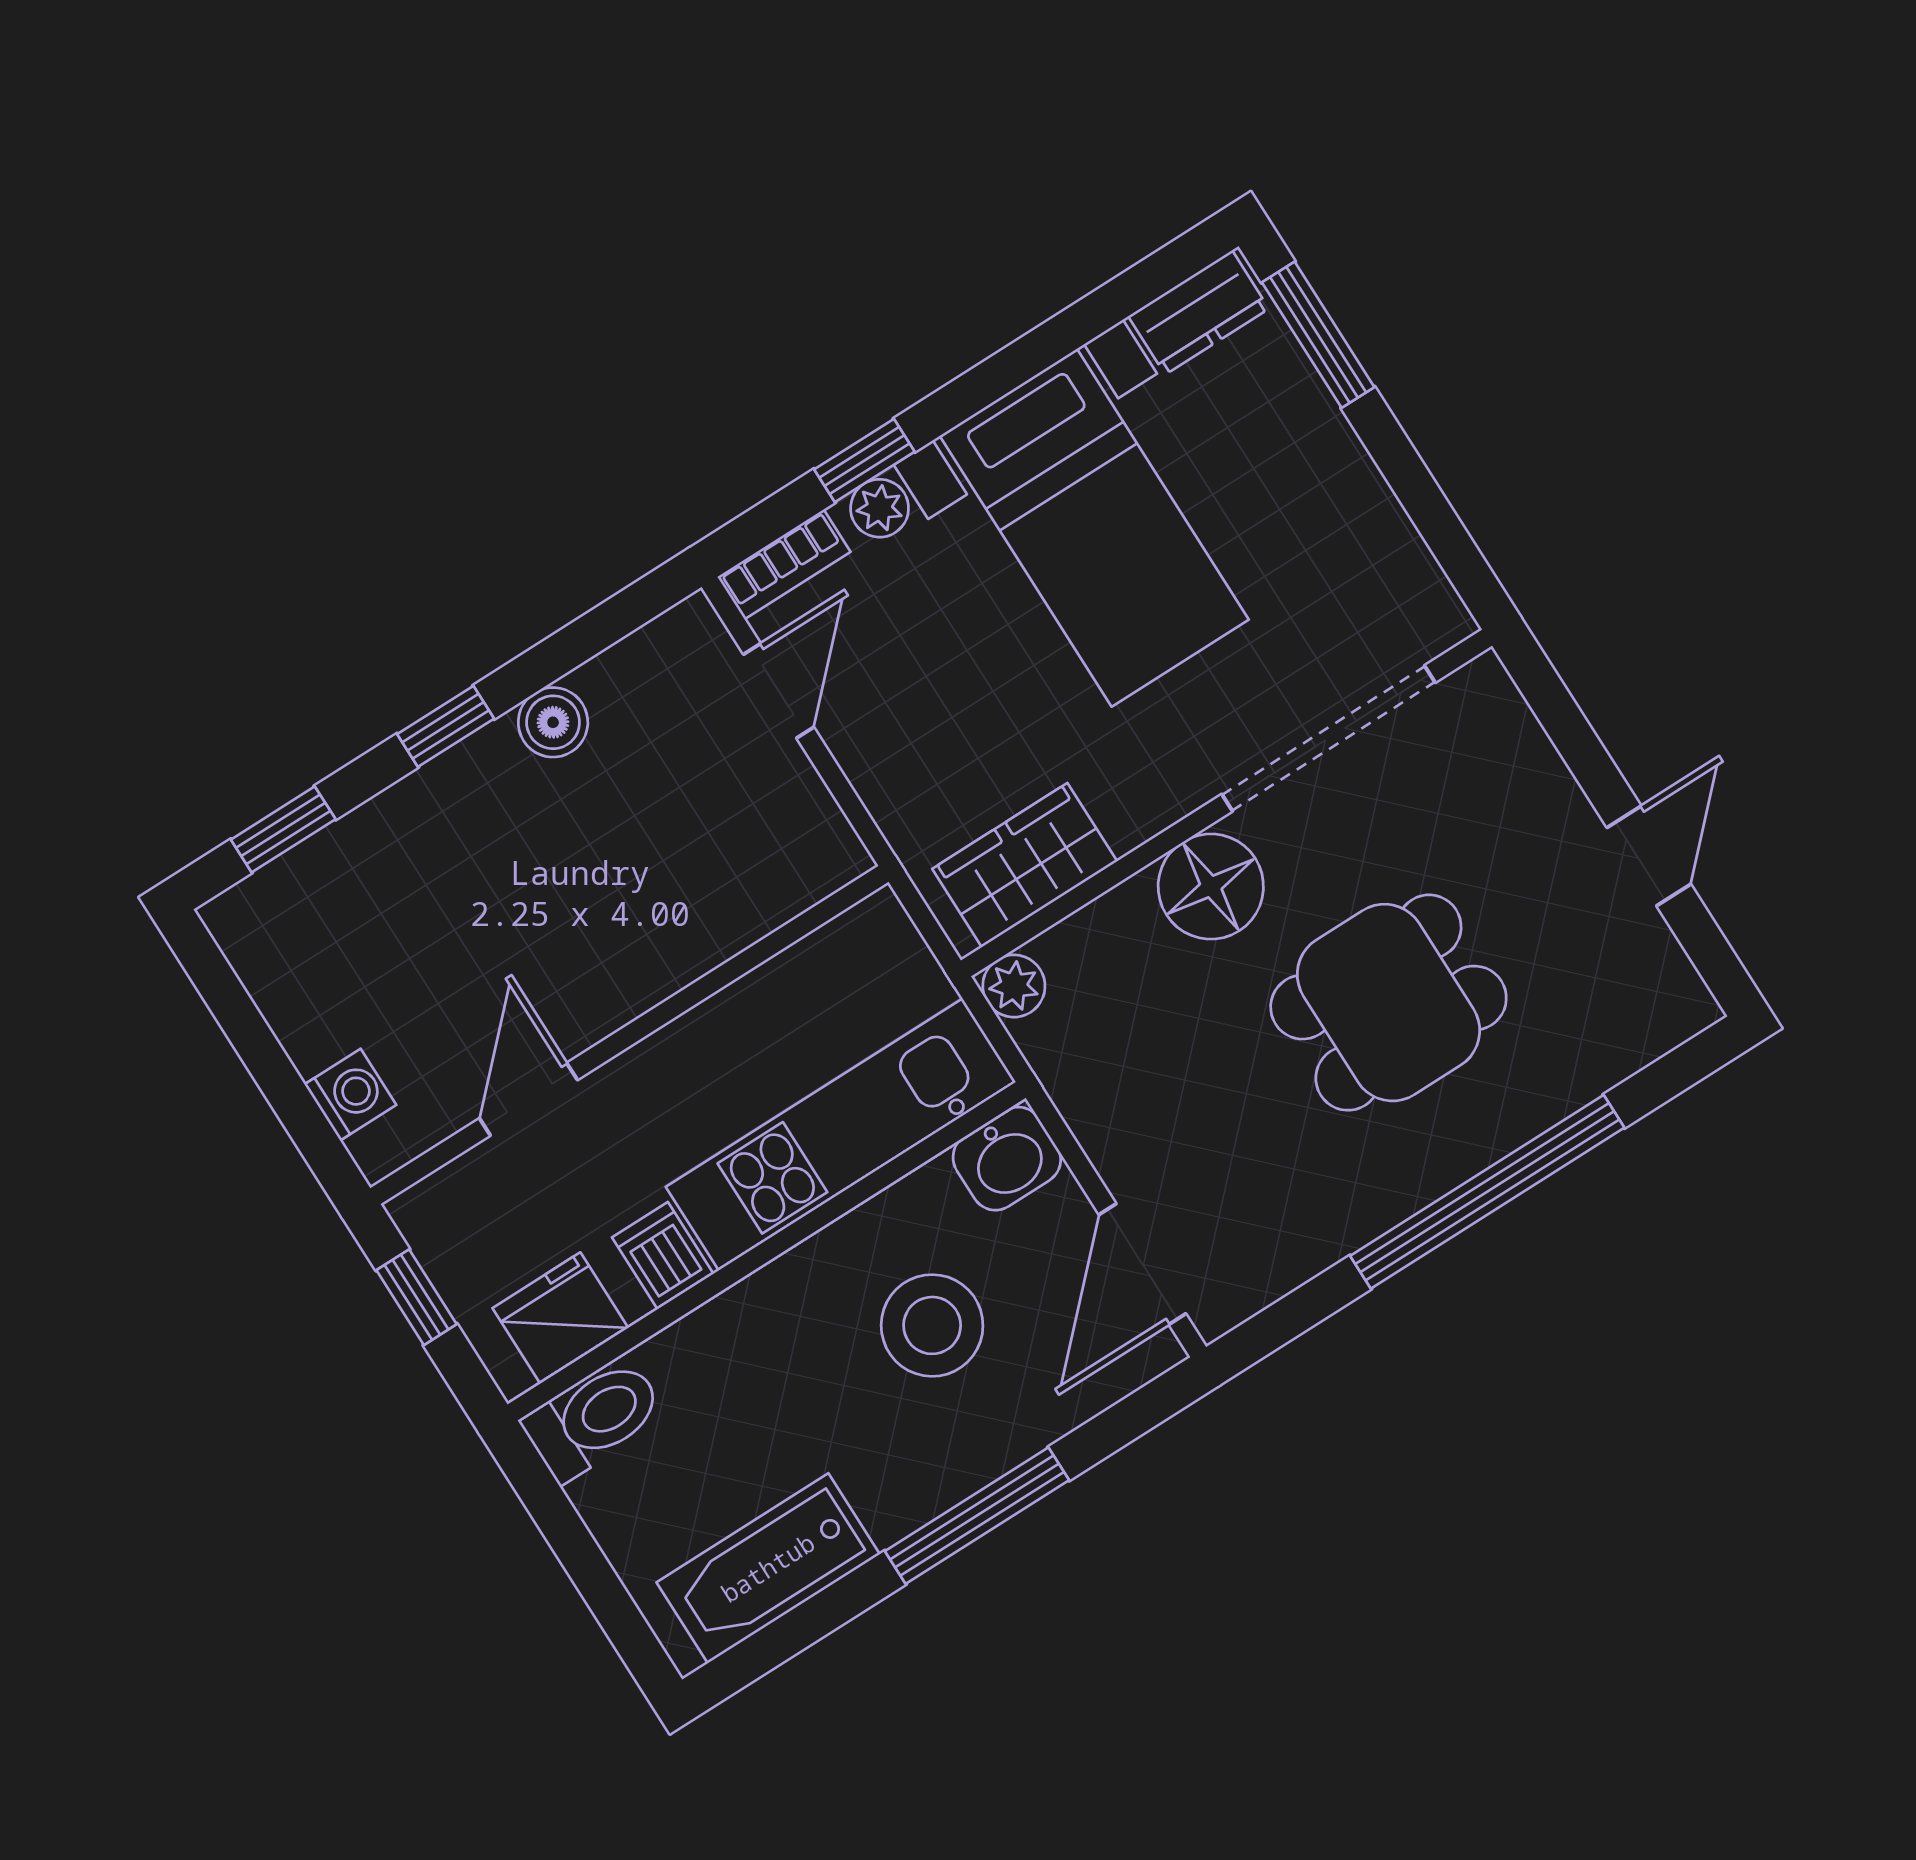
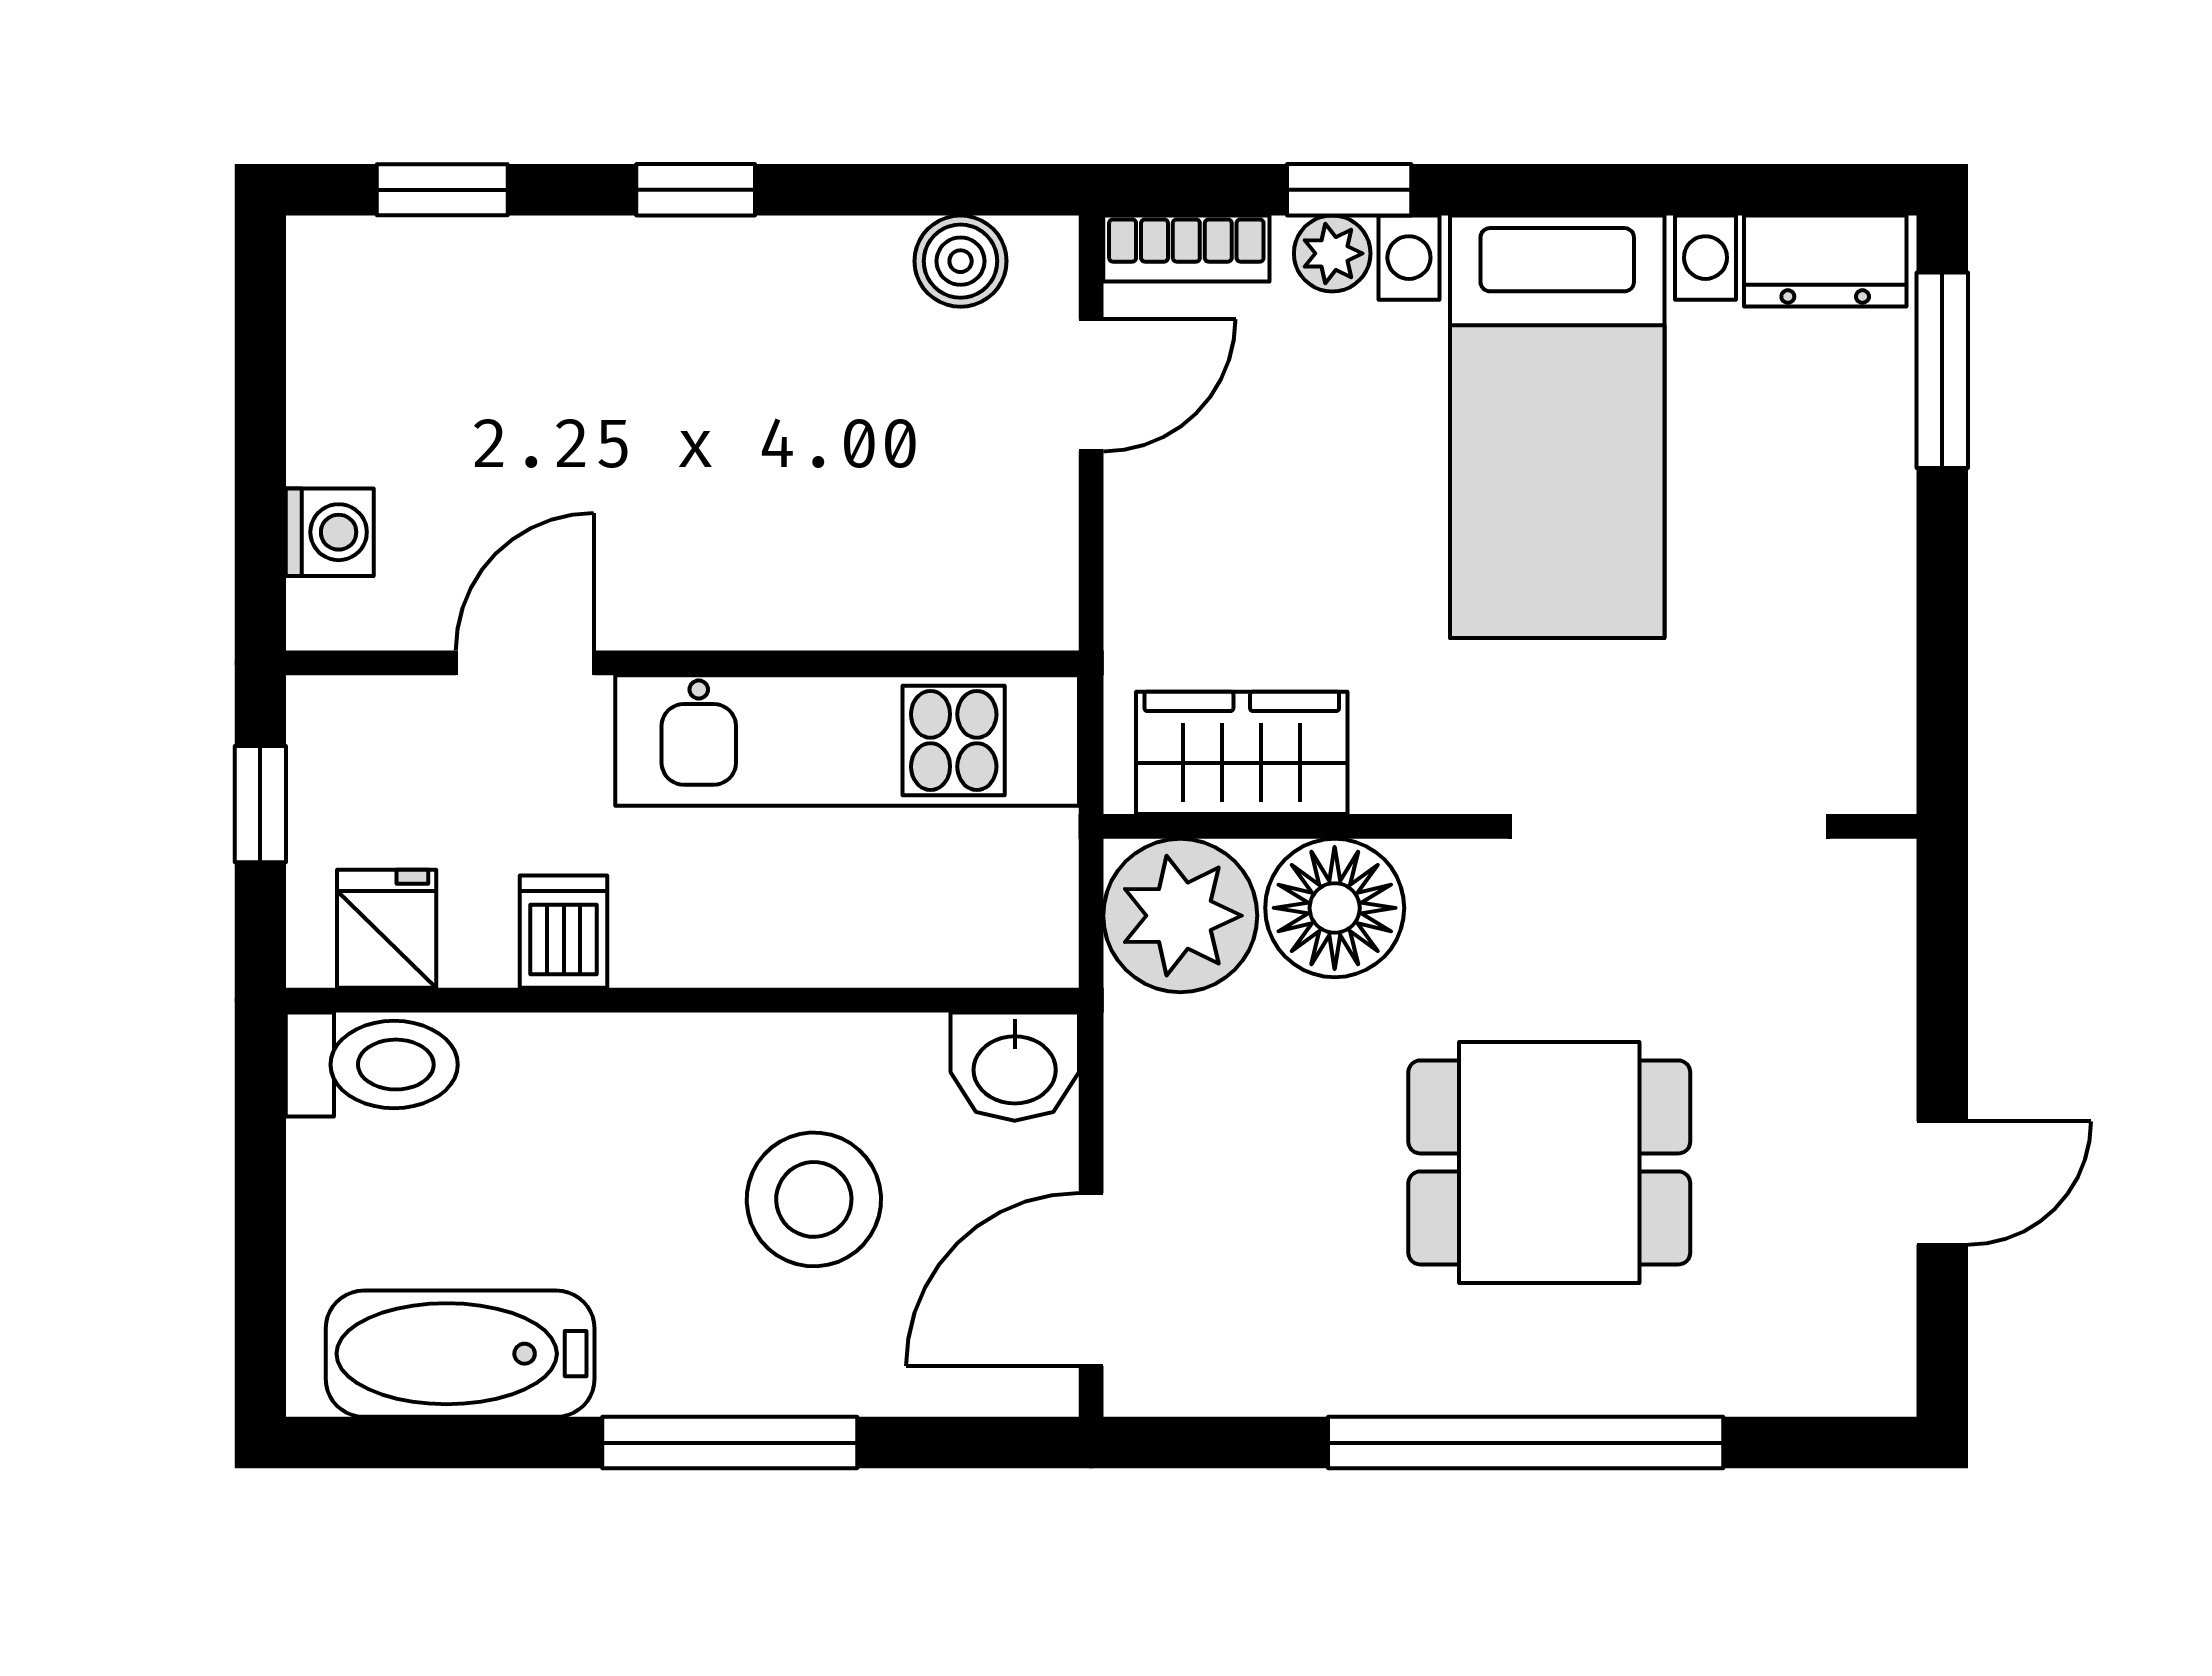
boiler: (553, 722) -> (961, 261), moved
floor lamp: (1211, 887) -> (1335, 908), moved
plant: (1014, 986) -> (1180, 916), width x1.87, depth x1.87
kitchen unit: (841, 1134) -> (847, 740), moved, turned 180
fridge: (560, 1318) -> (387, 929), width x0.72

